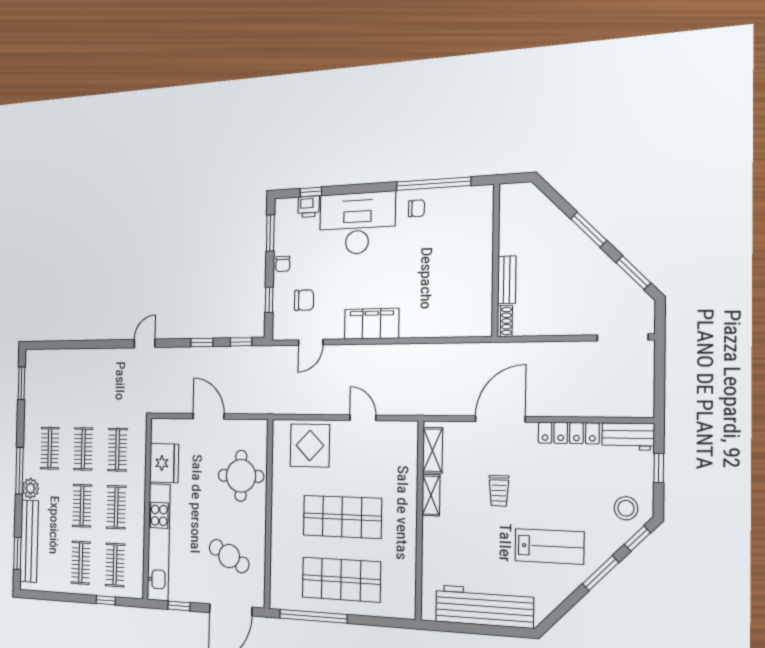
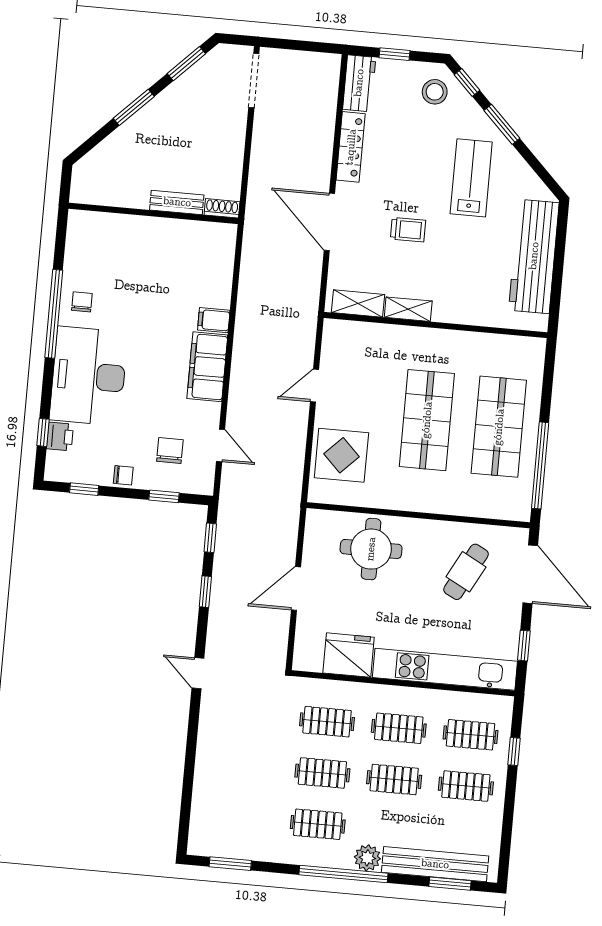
window: (433, 184) -> (54, 314), moved
window: (270, 233) -> (84, 489), width x0.67
filing cabinet: (410, 325) -> (214, 320), added
window: (19, 471) -> (343, 874), width x1.46

